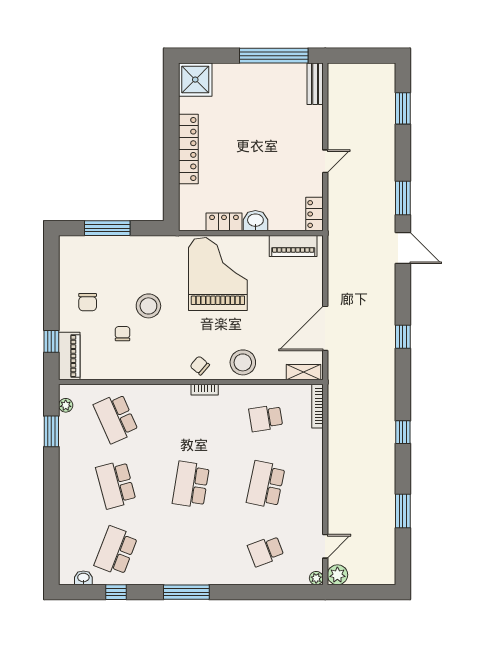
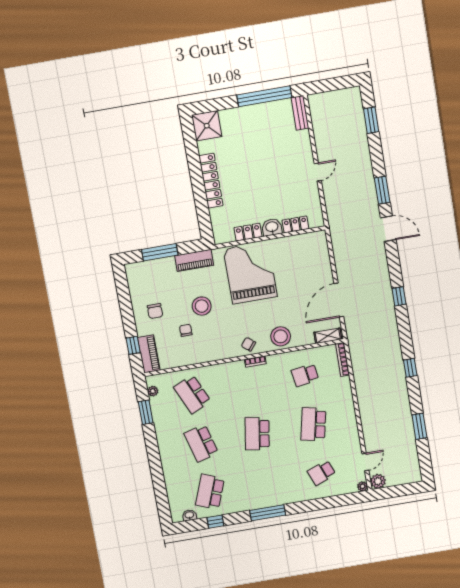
locker: (314, 214) -> (295, 224), moved, turned 90
piano: (293, 246) -> (194, 260), moved

